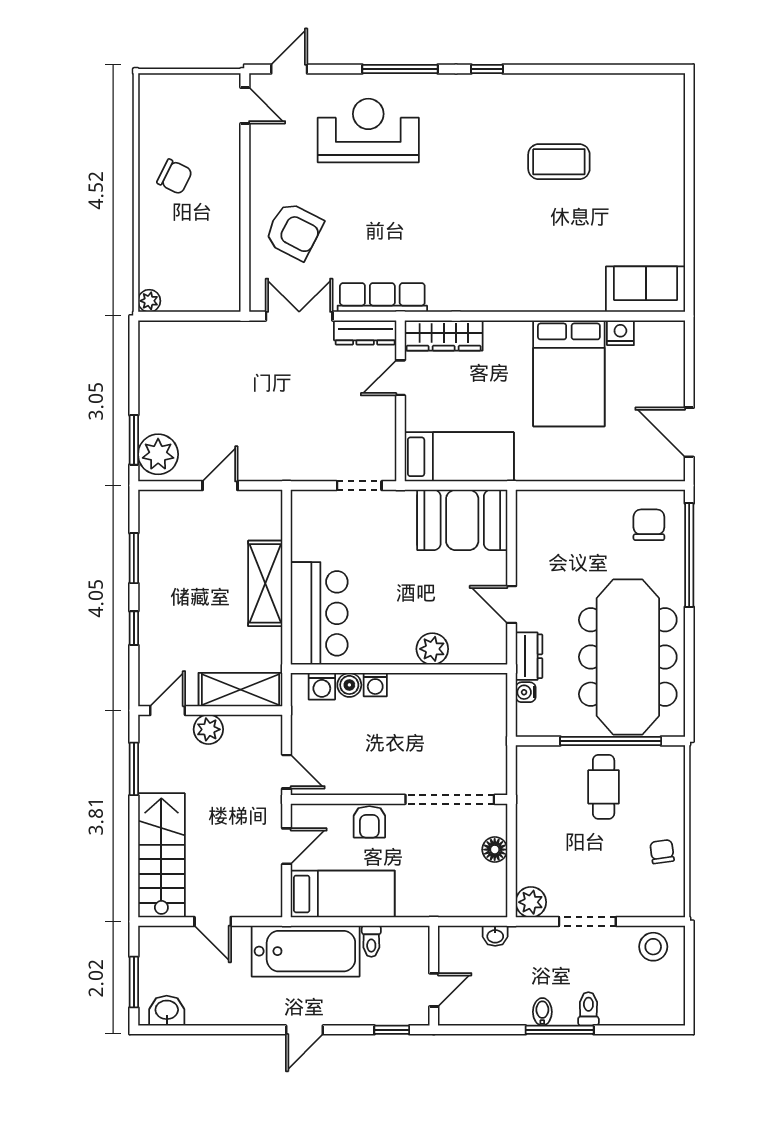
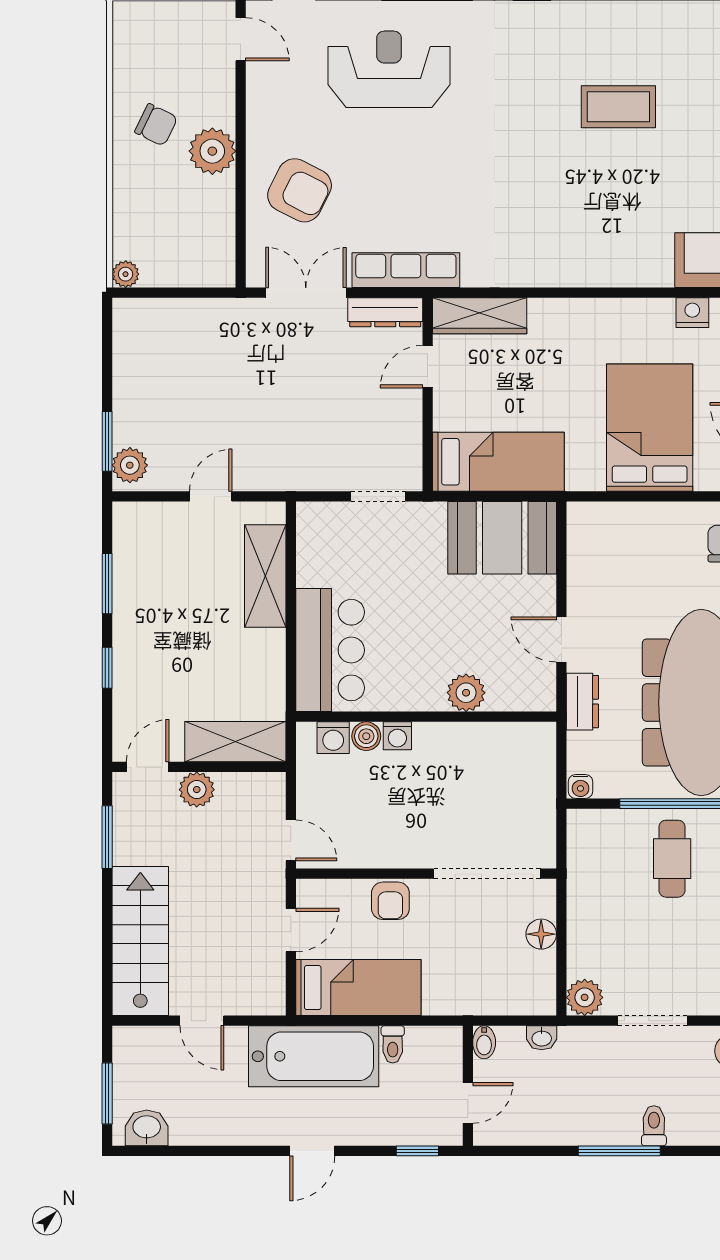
plant: (221, 199) -> (212, 151), added
bed: (569, 373) -> (650, 428), moved, turned 180
plant: (158, 454) -> (130, 465), width x0.73, depth x0.73
shelving: (265, 583) -> (265, 576), moved
water cooler: (526, 692) -> (580, 787), moved, turned -90
bidet: (542, 1012) -> (484, 1042), moved, turned 180

